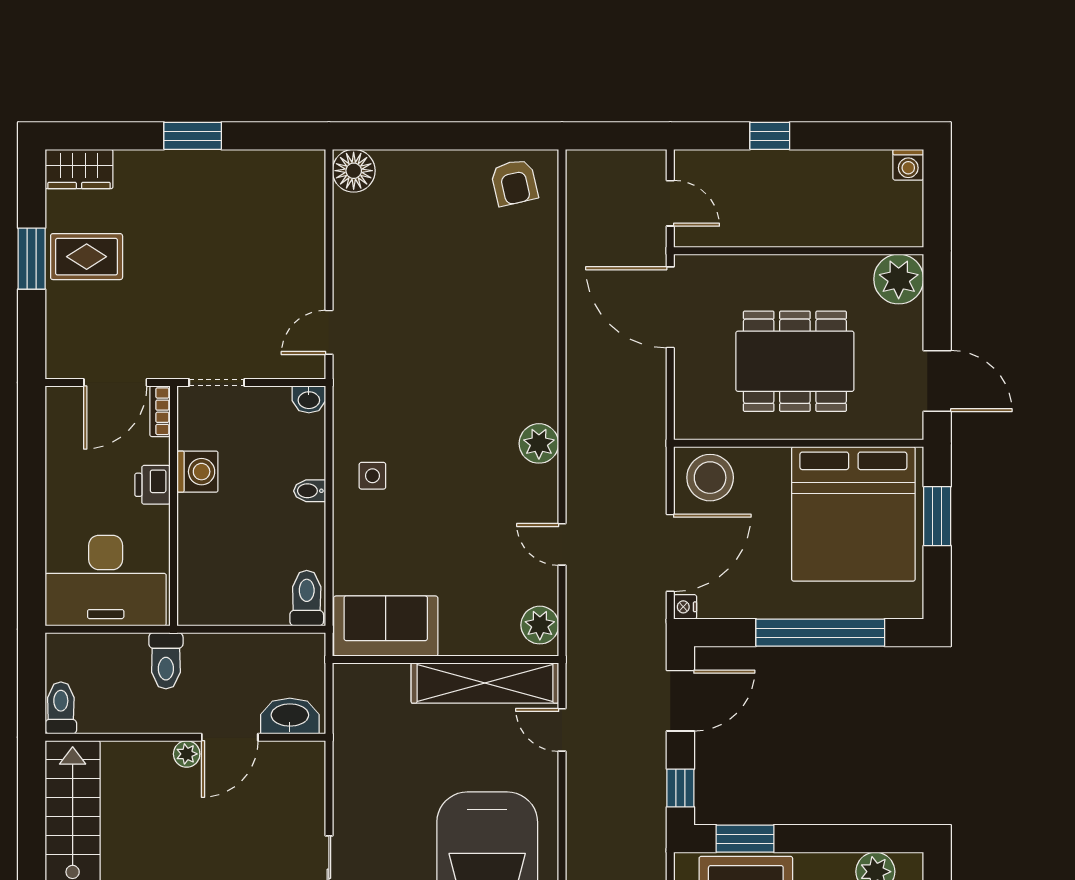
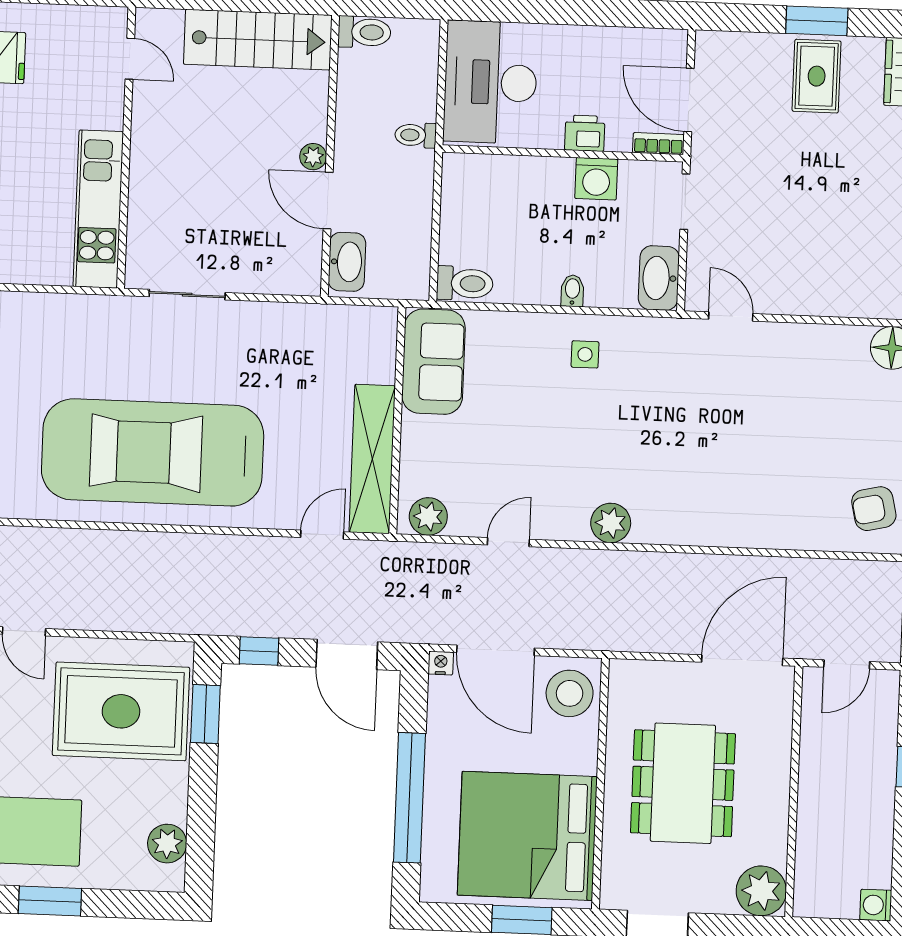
washbasin: (309, 399) -> (659, 278), width x1.91, depth x1.45
toilet: (166, 661) -> (416, 135), width x0.73, depth x0.72

